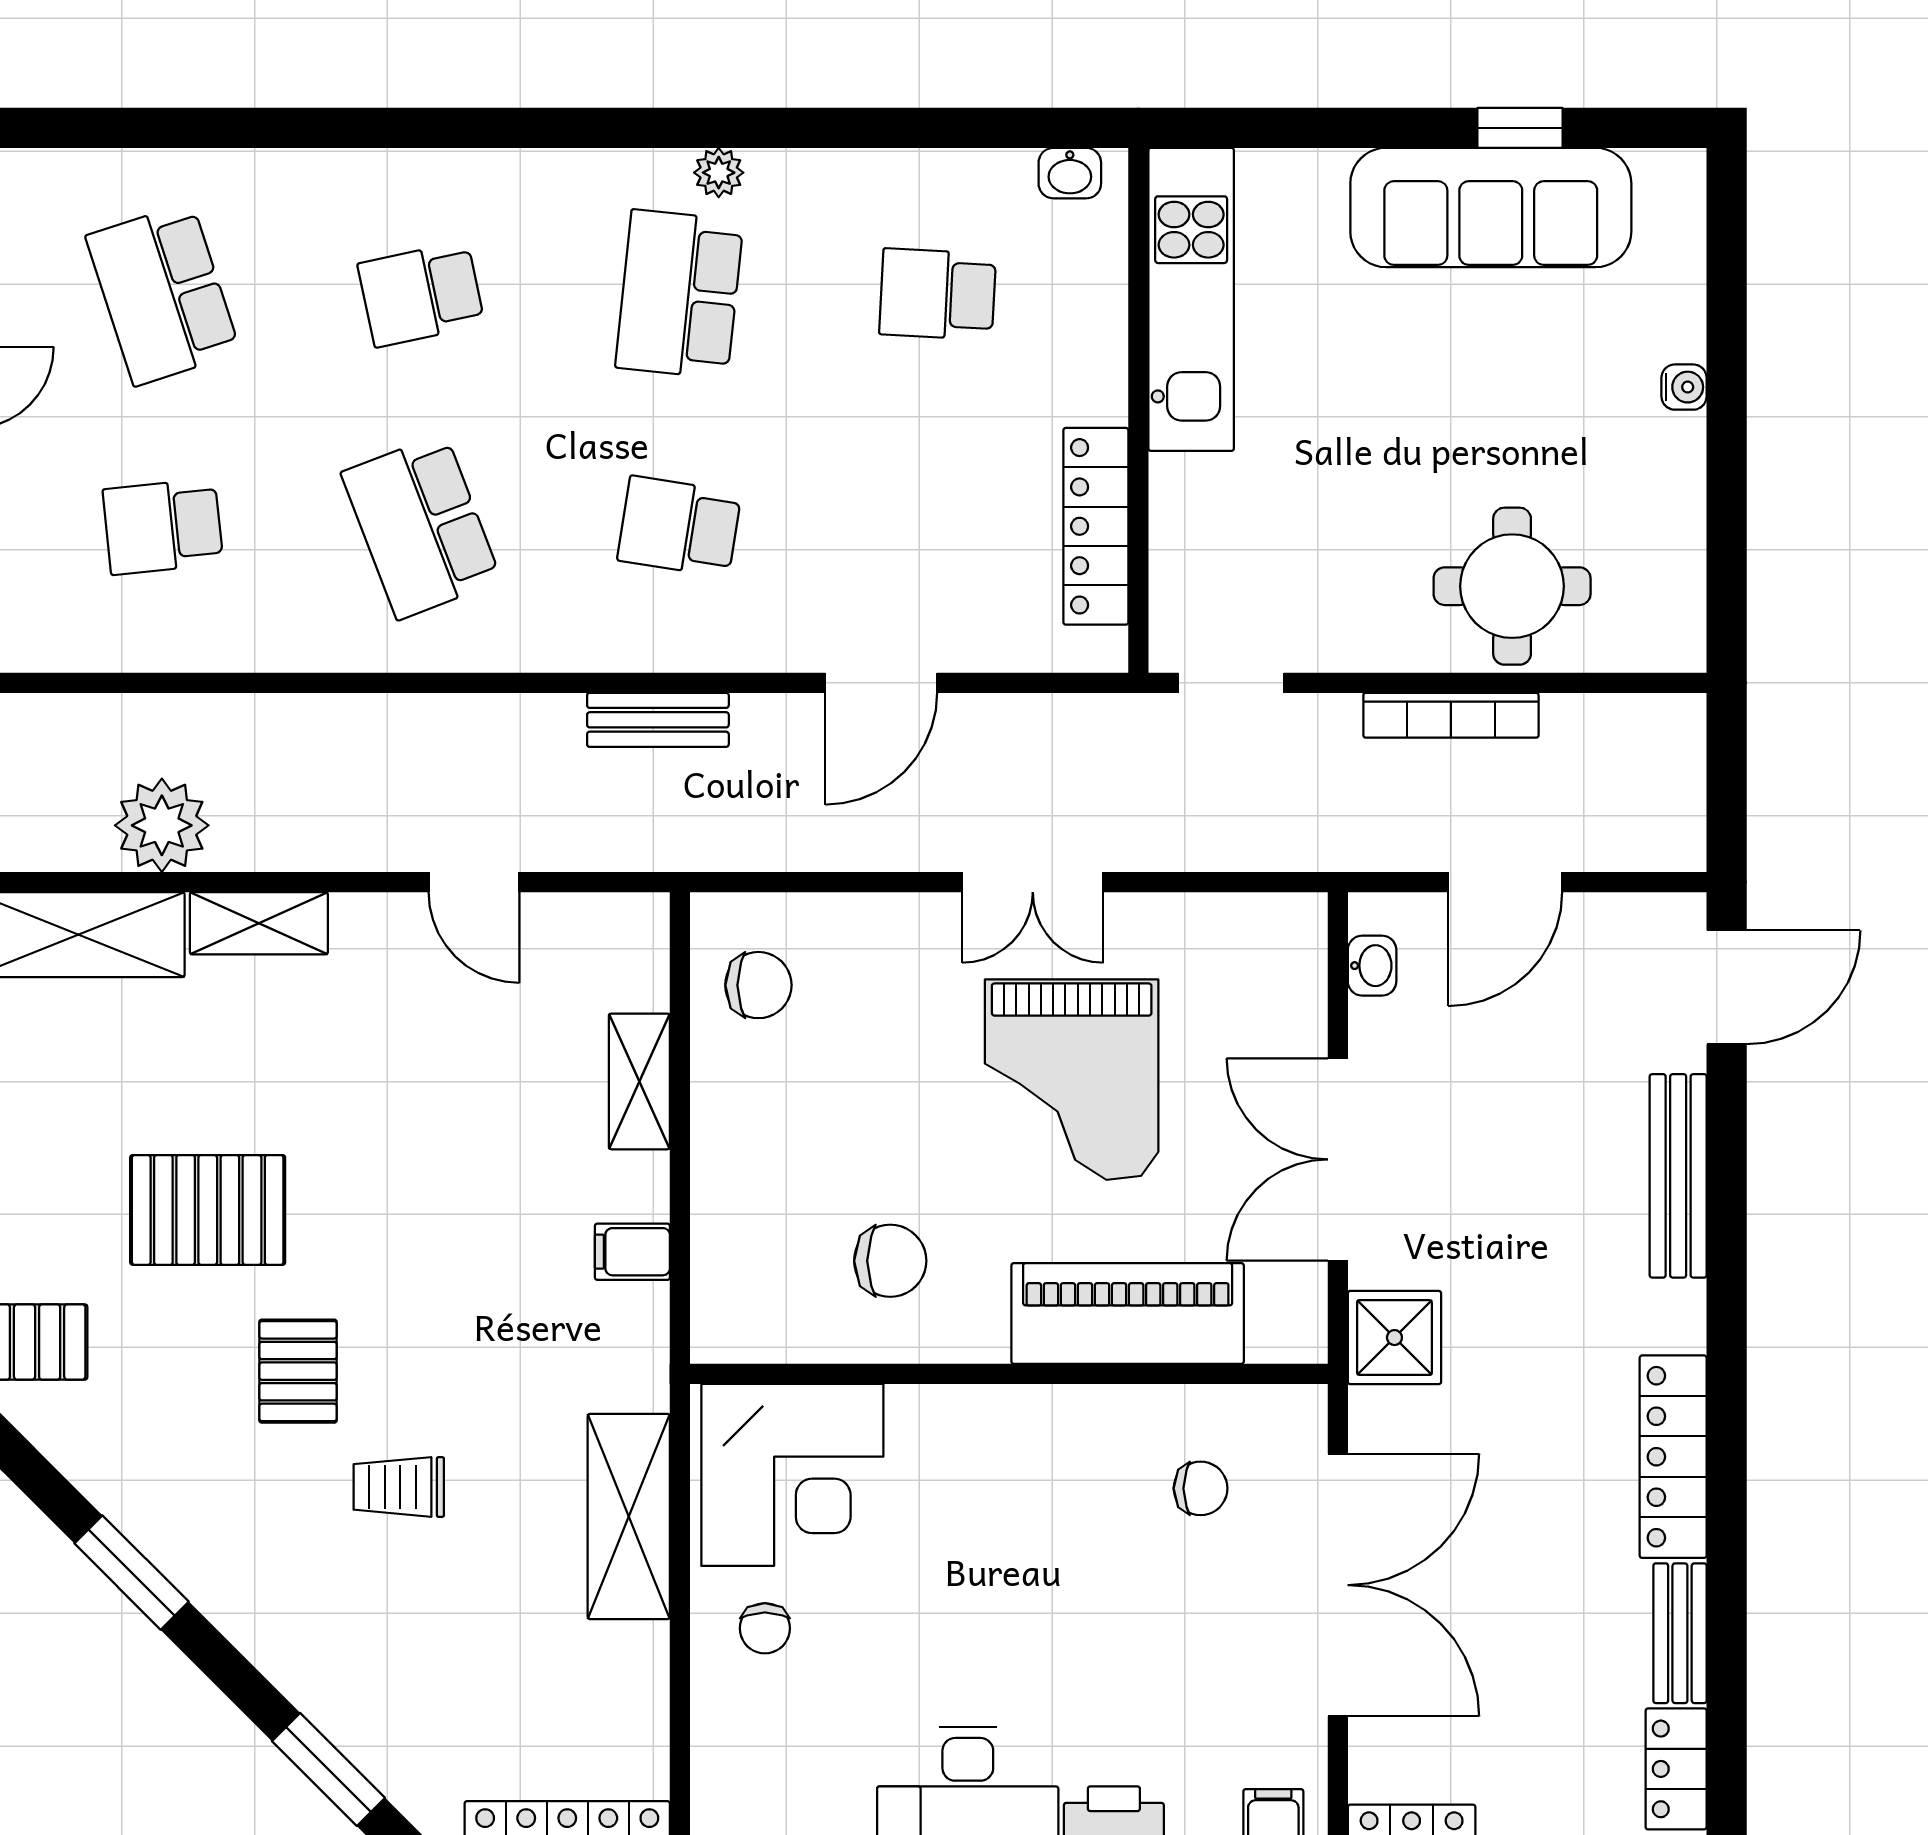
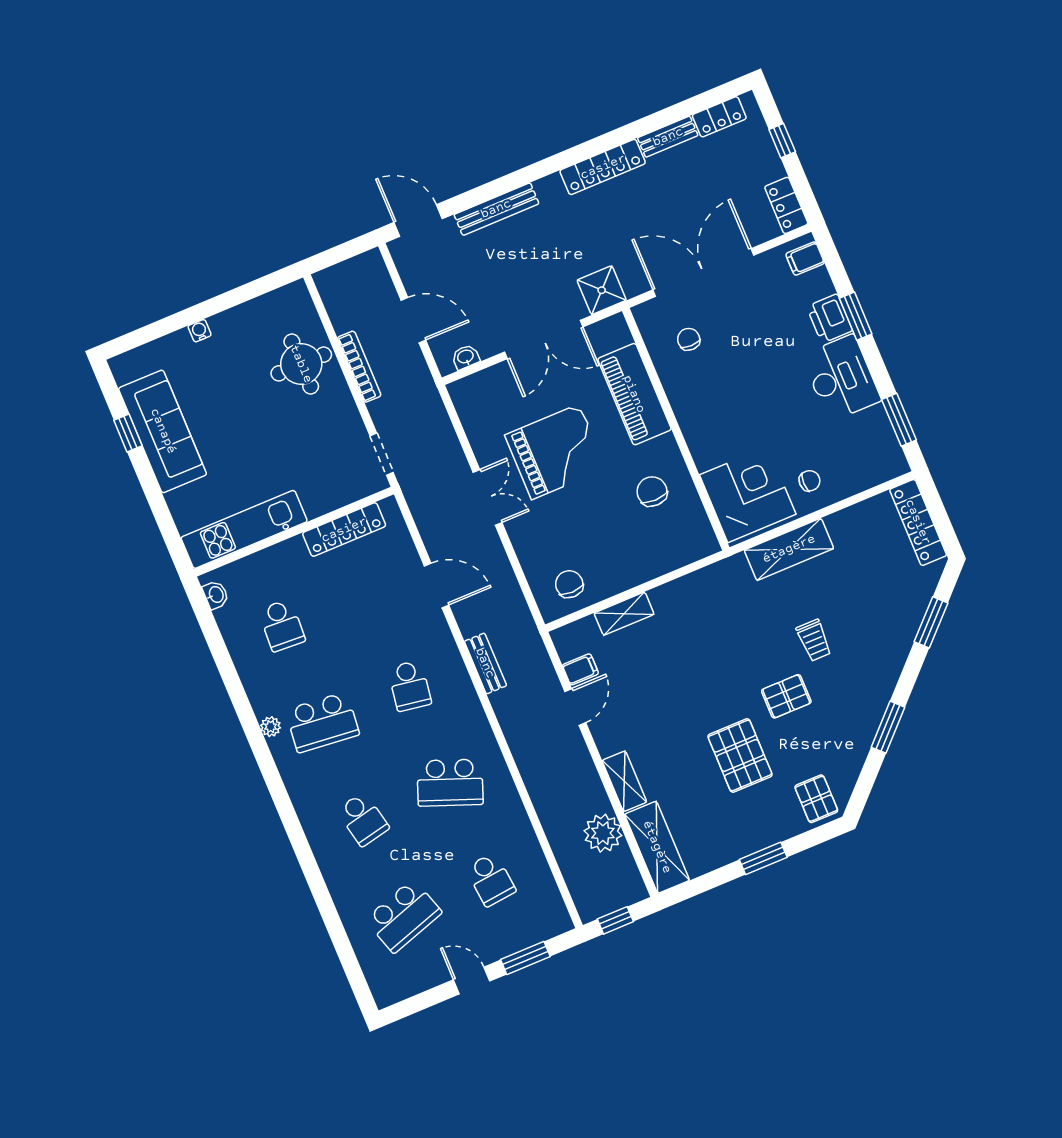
school desk: (421, 527) -> (450, 783), turned 42
filing cabinet: (632, 1252) -> (580, 669), moved, turned -90

